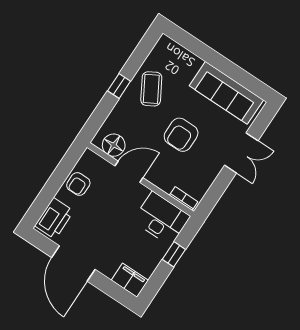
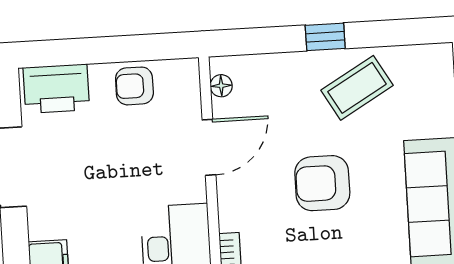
floor lamp: (114, 145) -> (221, 86), width x0.53, depth x0.53
door: (129, 172) -> (209, 147), hinge flipped

